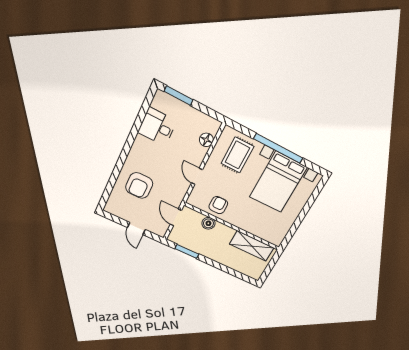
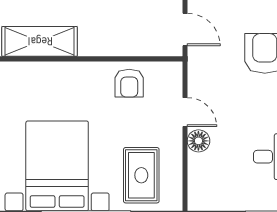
floor lamp: (206, 140) -> (198, 141), moved
boiler: (208, 223) -> (129, 45), removed

